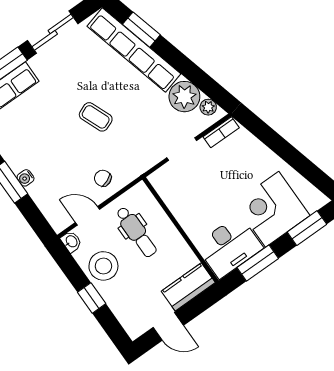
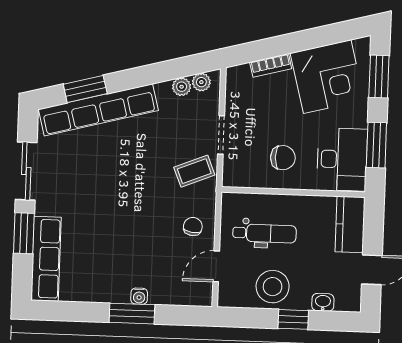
plant: (184, 97) -> (182, 87), width x0.53, depth x0.53
coffee table: (96, 117) -> (194, 171), moved
bookcase: (221, 132) -> (271, 65), moved, turned 75
chair: (103, 178) -> (193, 227), turned 120
chair: (199, 204) -> (283, 158), added
corner desk: (272, 209) -> (327, 77), moved, turned -105
washbasin: (71, 242) -> (323, 302), moved

